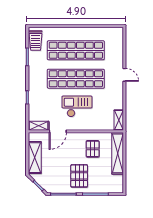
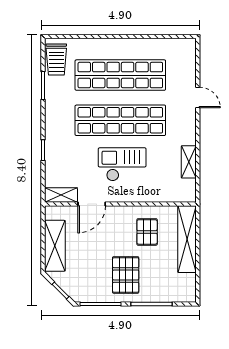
door: (124, 75) -> (198, 97), moved
shelving: (119, 120) -> (189, 162), moved

